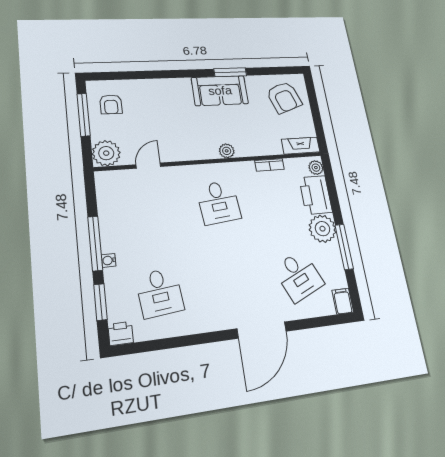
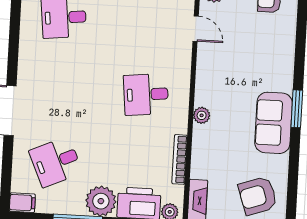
window: (230, 72) -> (297, 109), moved
bookcase: (270, 165) -> (180, 159), width x1.56

